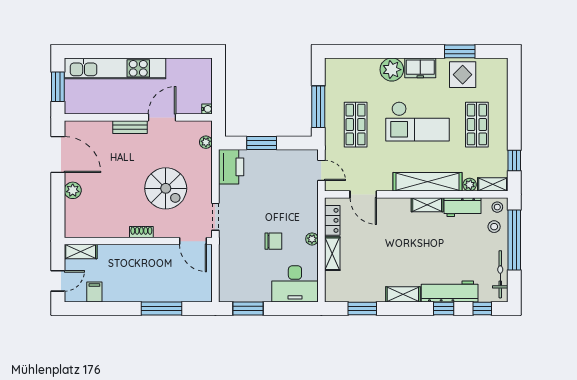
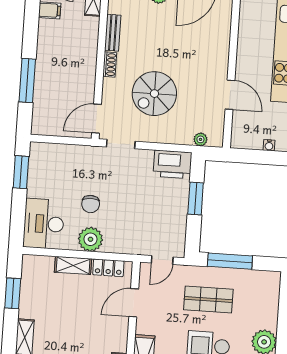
water cooler: (207, 109) -> (269, 145), moved
bench: (130, 127) -> (113, 33), moved
plant: (312, 239) -> (90, 239), width x1.88, depth x1.88

